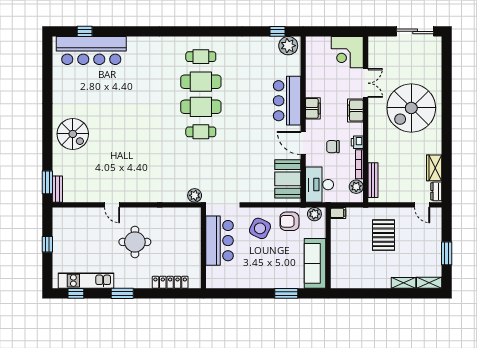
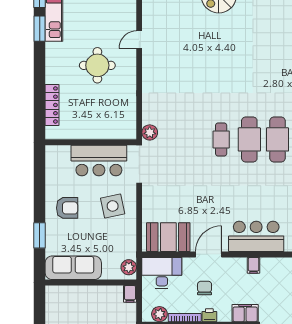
filing cabinet: (313, 108) -> (254, 265), width x0.50
armchair: (289, 221) -> (67, 208), moved, turned 90
side table: (260, 228) -> (113, 206), turned -37
window: (122, 293) -> (40, 29), moved

